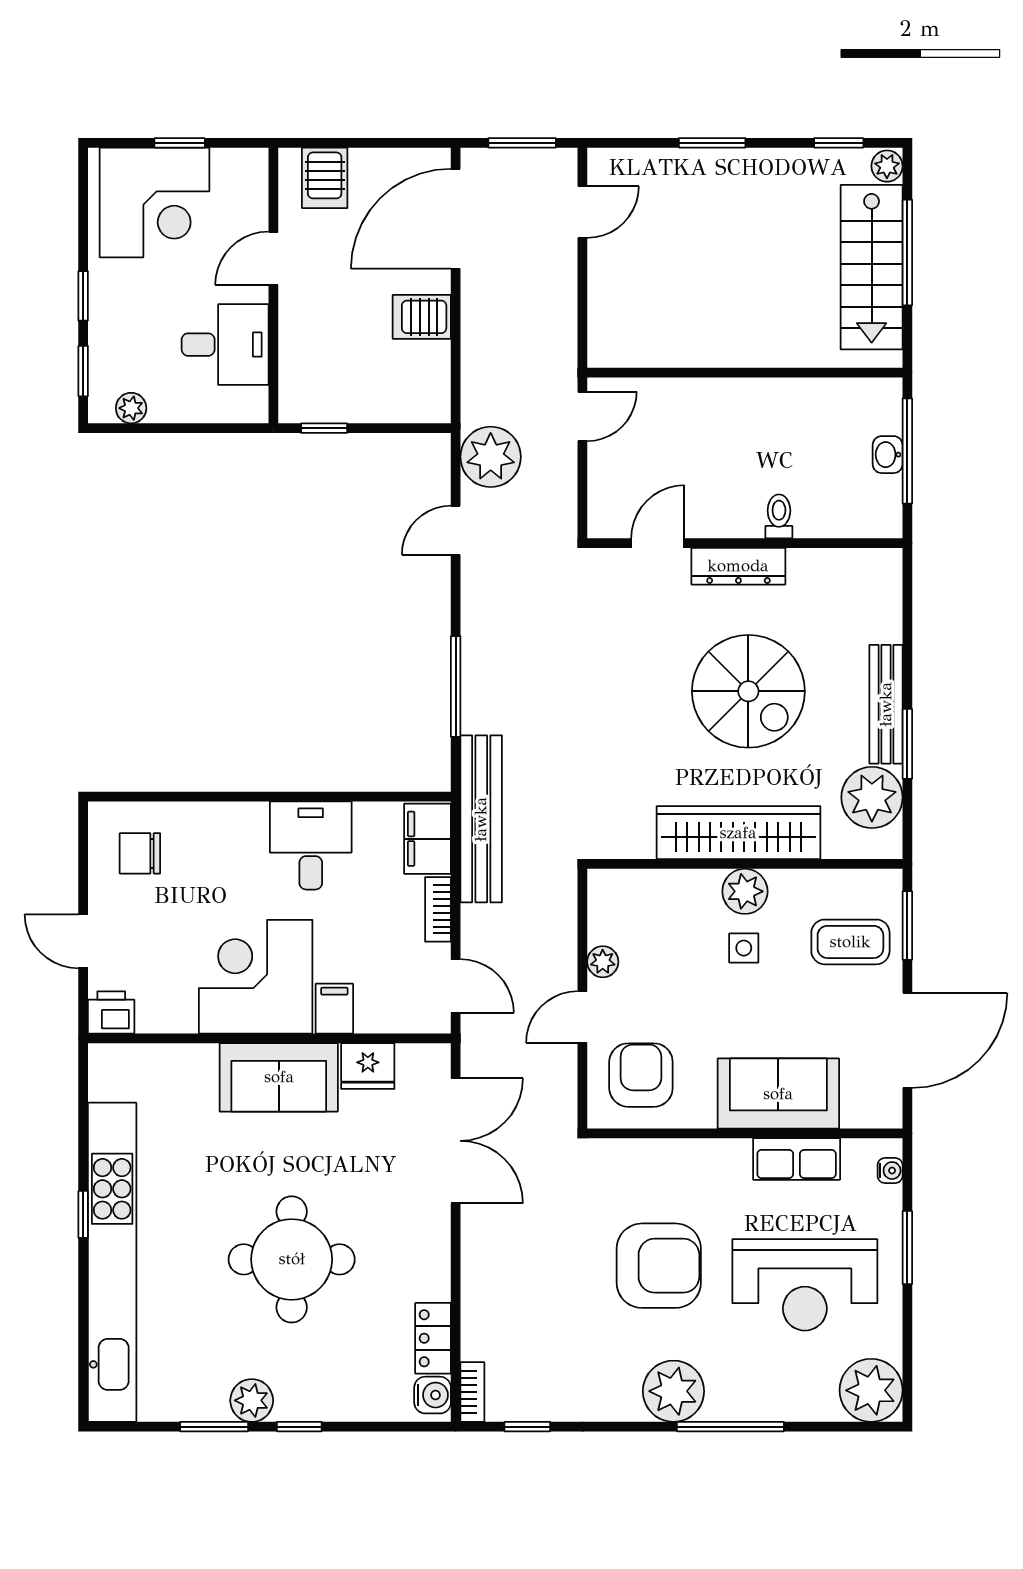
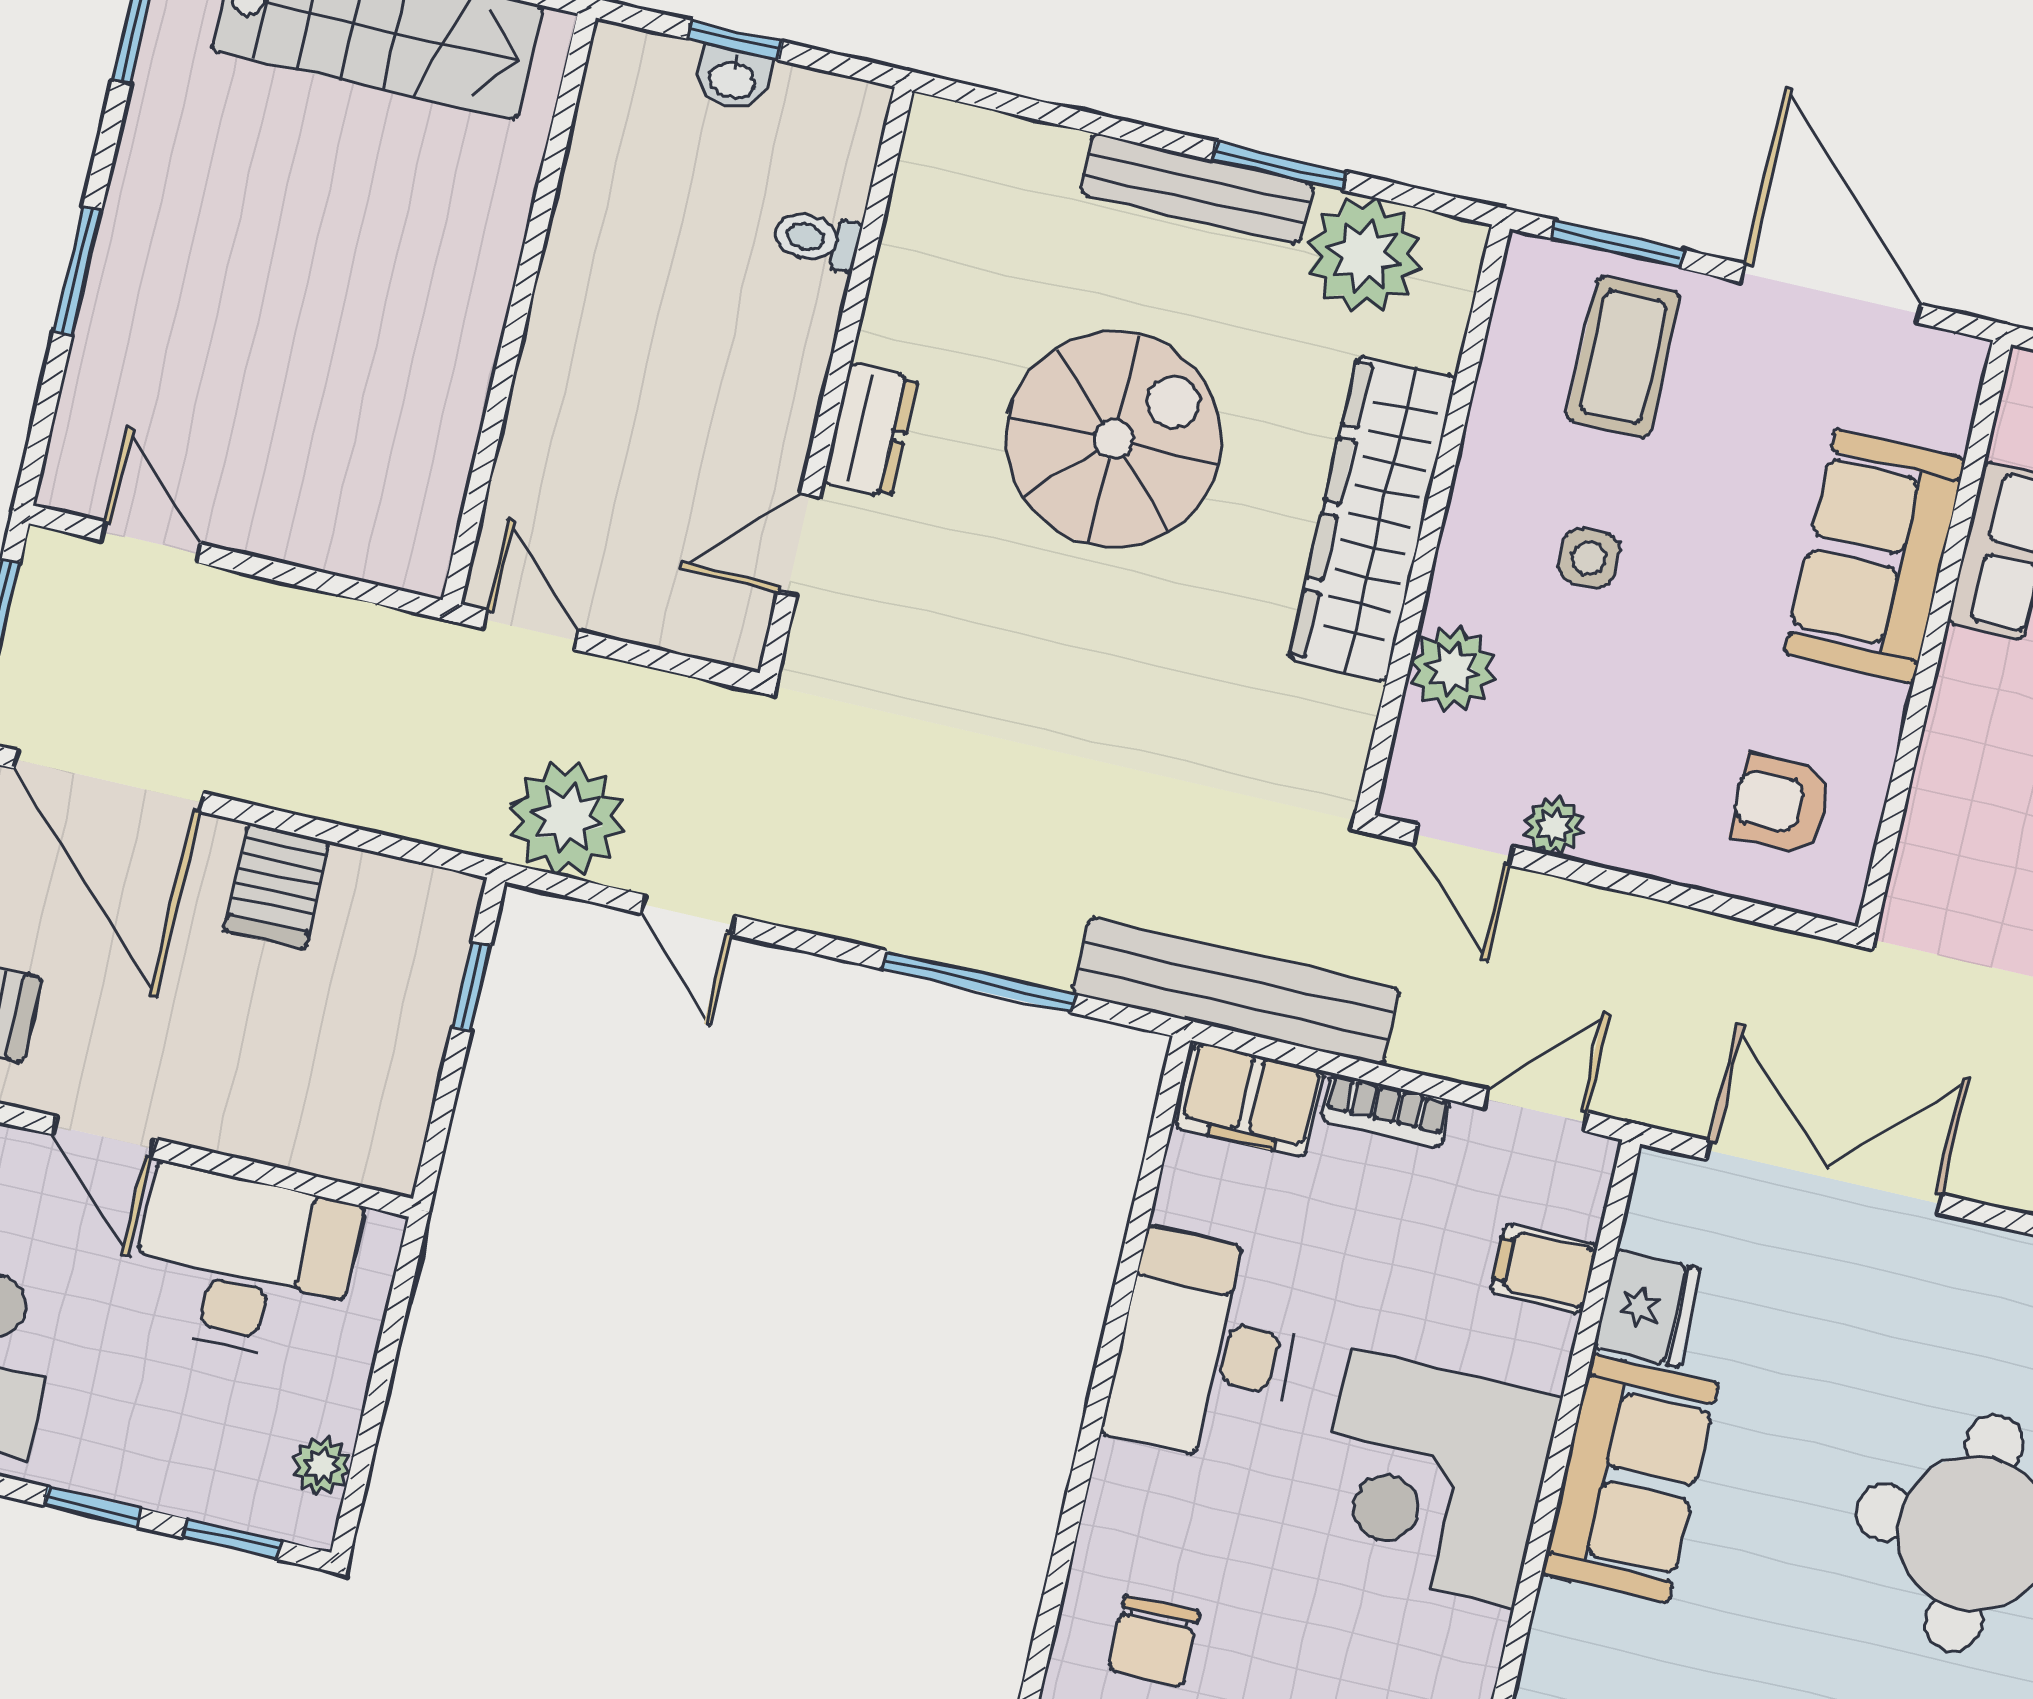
desk: (225, 345) -> (244, 1264), width x1.37
window: (324, 428) -> (471, 986), moved
window: (907, 451) -> (735, 40), width x0.46
toilet: (779, 516) -> (817, 239), moved
door: (658, 543) -> (799, 544), hinge flipped
dresser: (738, 566) -> (870, 431), width x0.70
desk: (311, 845) -> (1206, 1348), width x1.37
plant: (745, 891) -> (1452, 669), moved
filing cabinet: (334, 1009) -> (1544, 1268), moved
door: (582, 1017) -> (1464, 845), moved
armchair: (641, 1075) -> (1781, 804), width x0.72, depth x0.72

